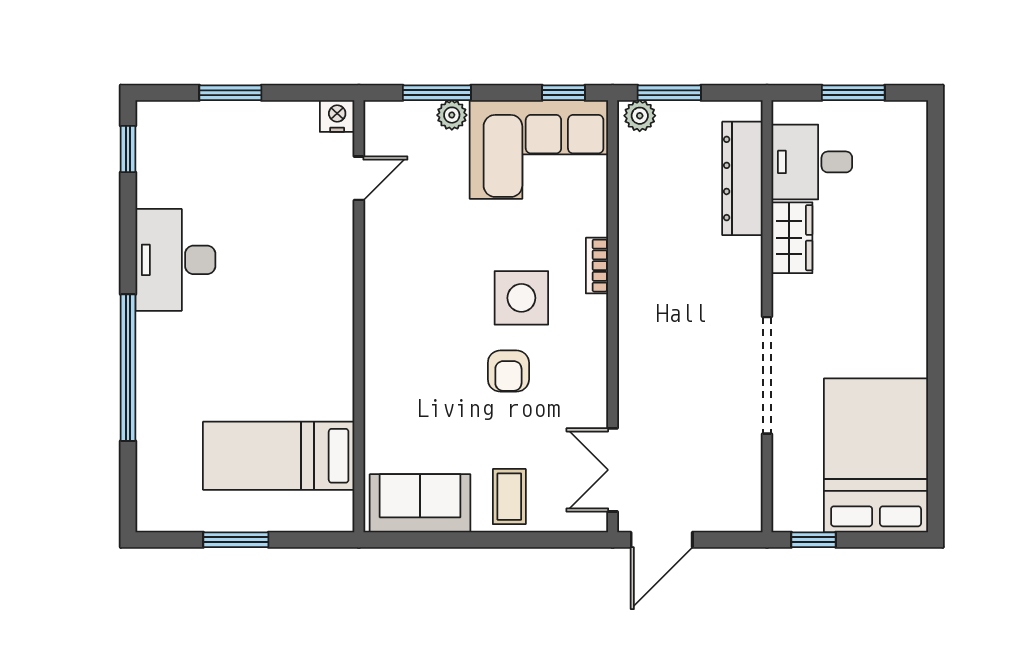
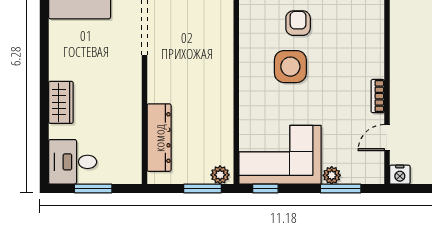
desk: (812, 162) -> (73, 162), moved, turned 180
wardrobe: (792, 238) -> (61, 102), moved, turned 180
bookcase: (597, 266) -> (378, 96), moved, turned 180

